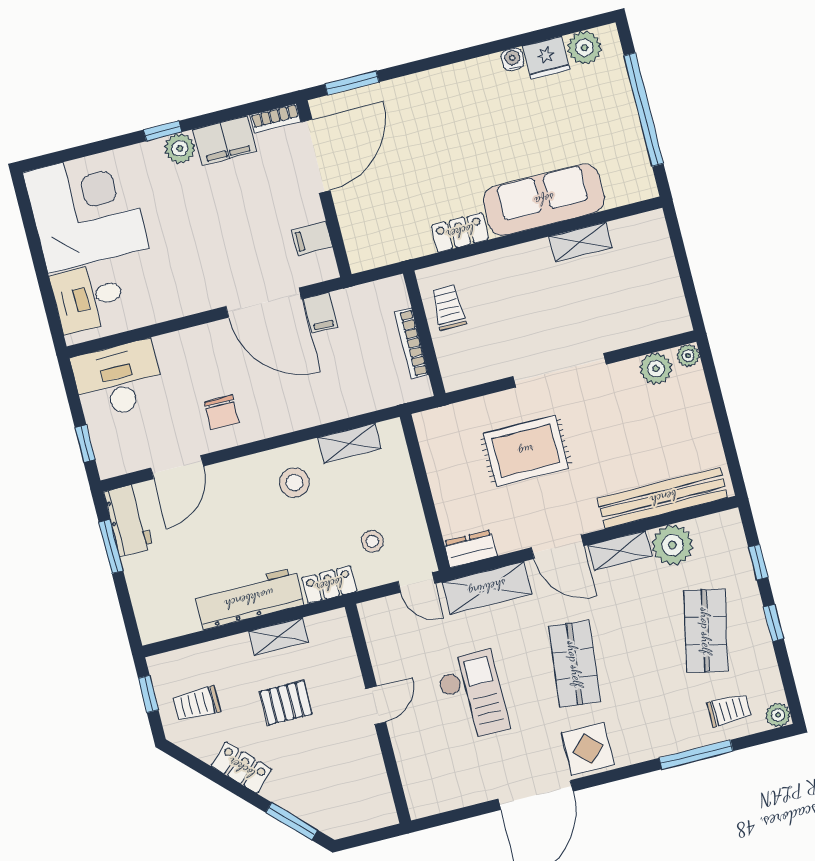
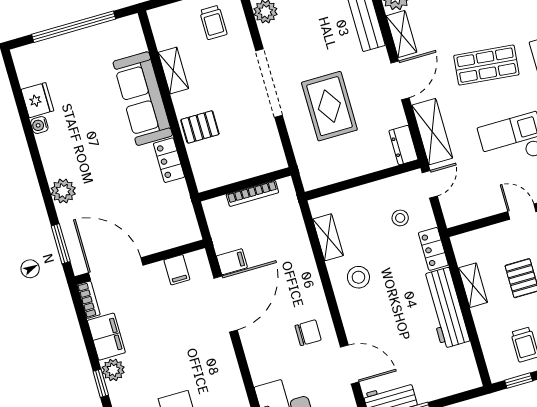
plant: (584, 48) -> (63, 191), moved
pallet: (503, 276) -> (200, 127), added
trolley: (448, 307) -> (213, 22), moved, turned -90

